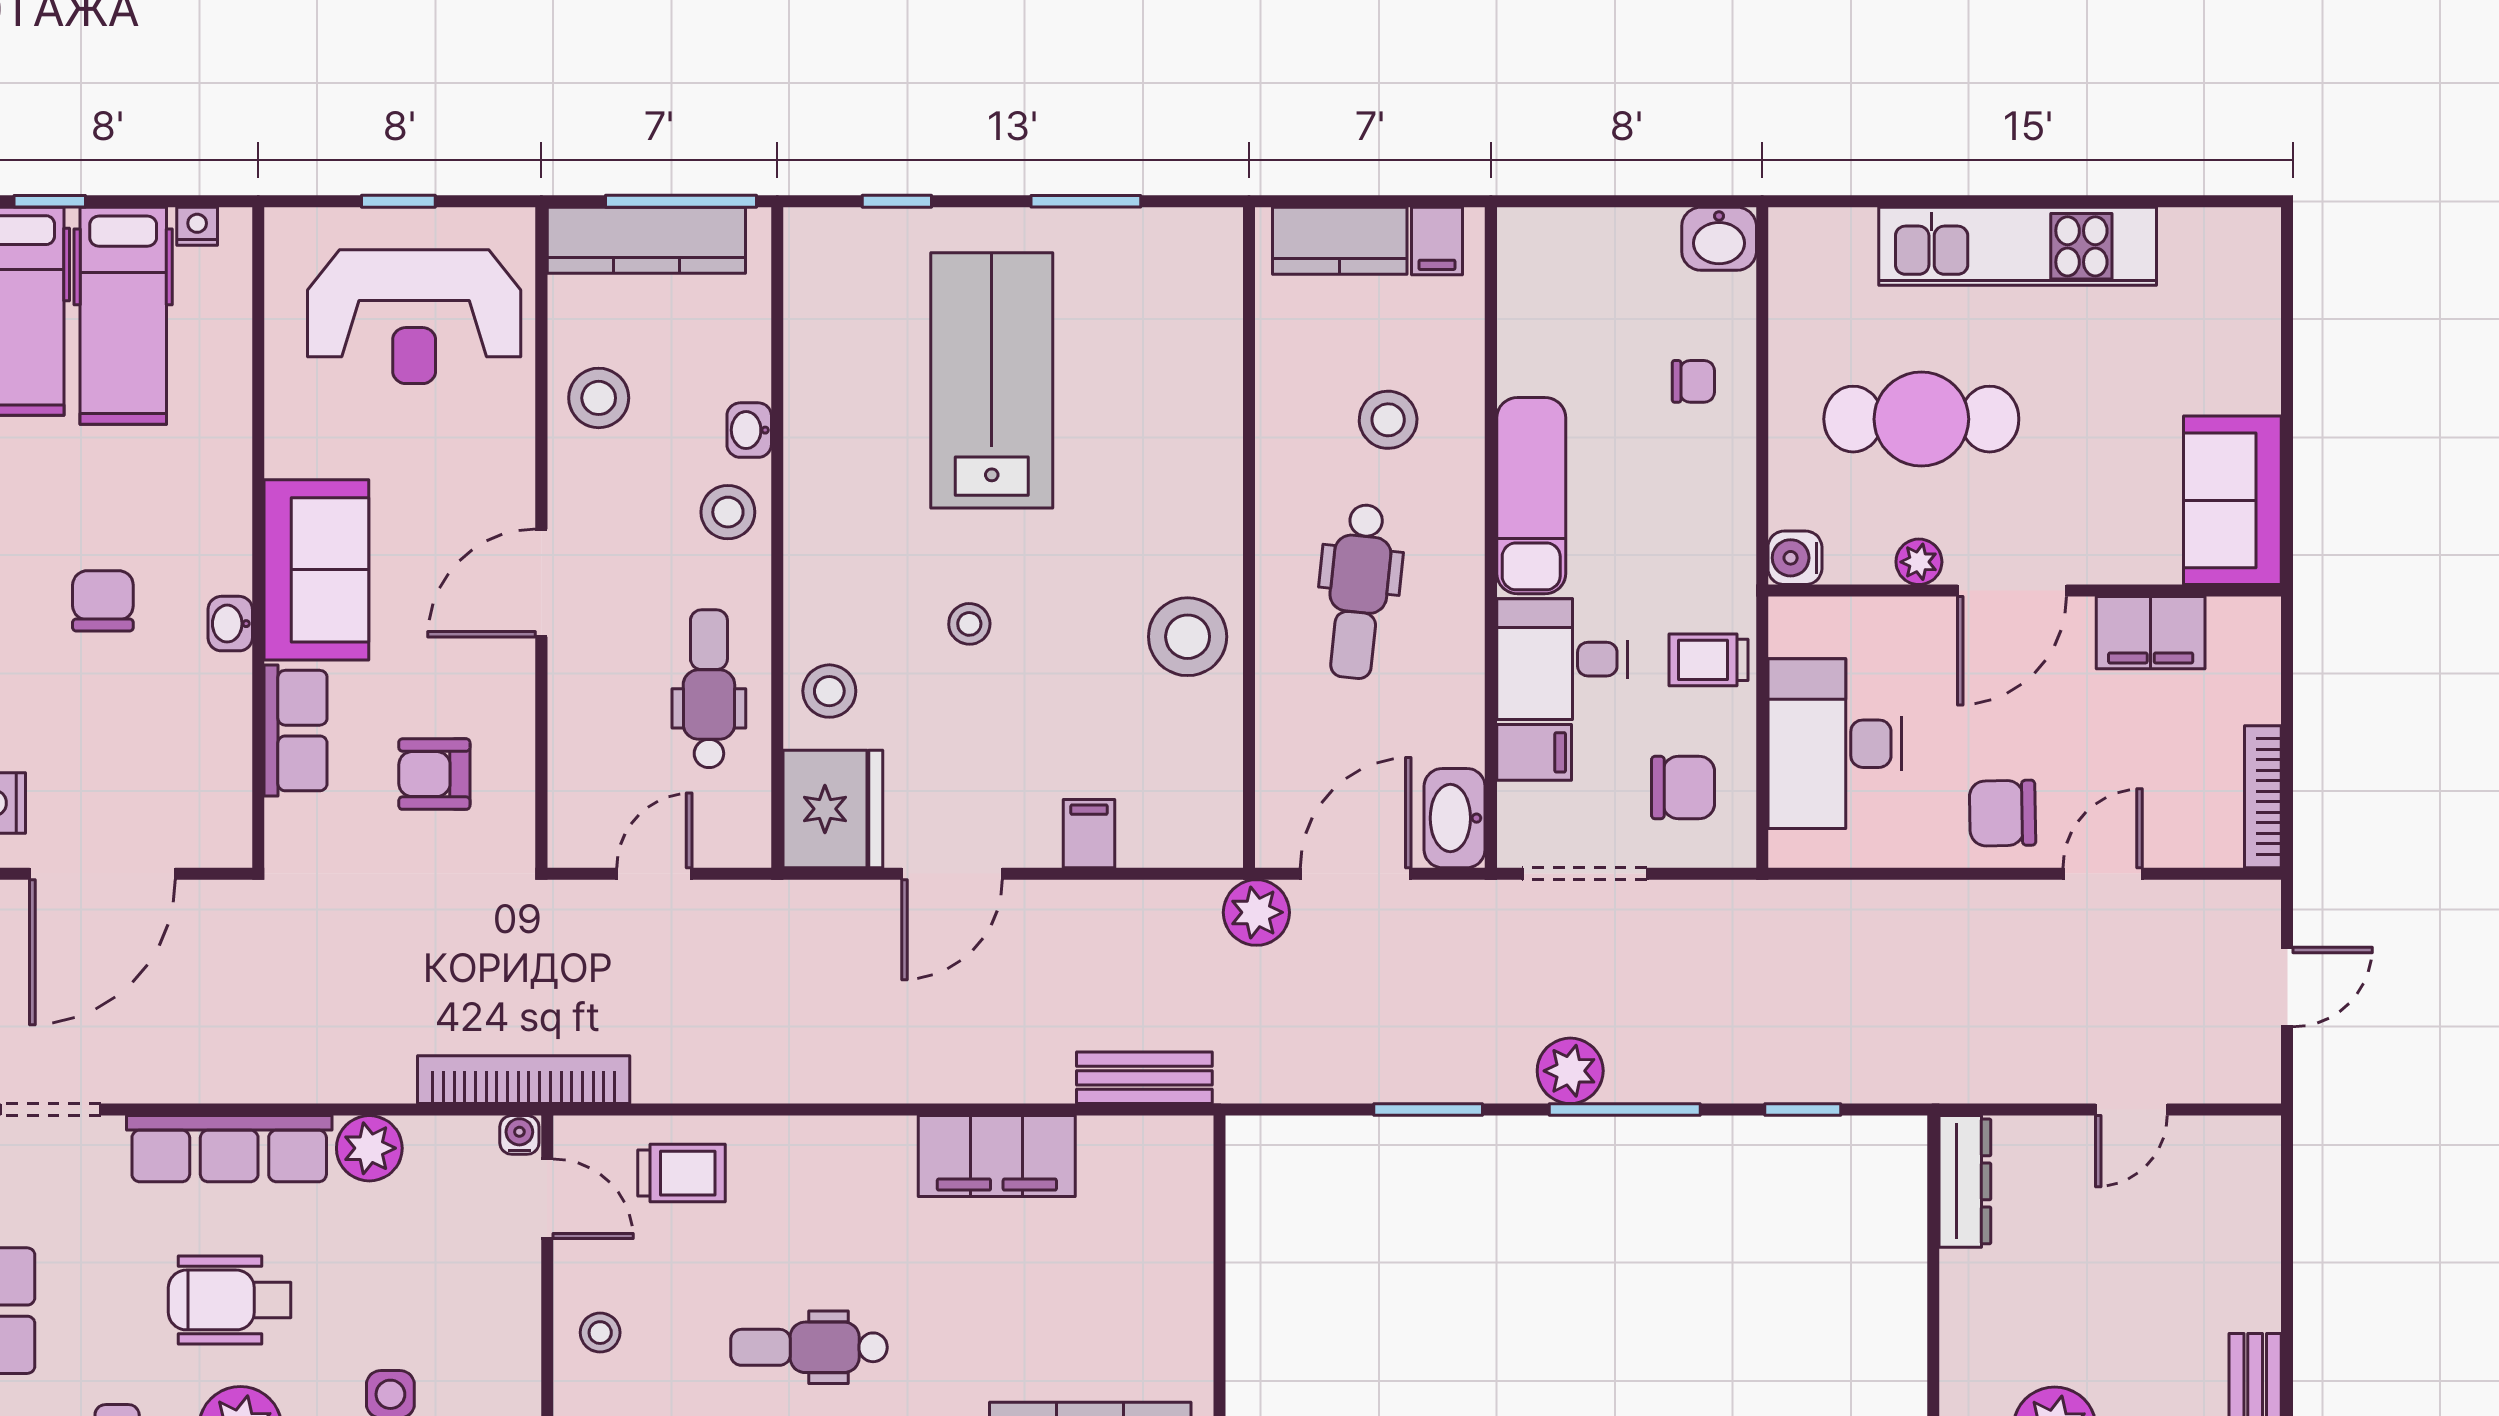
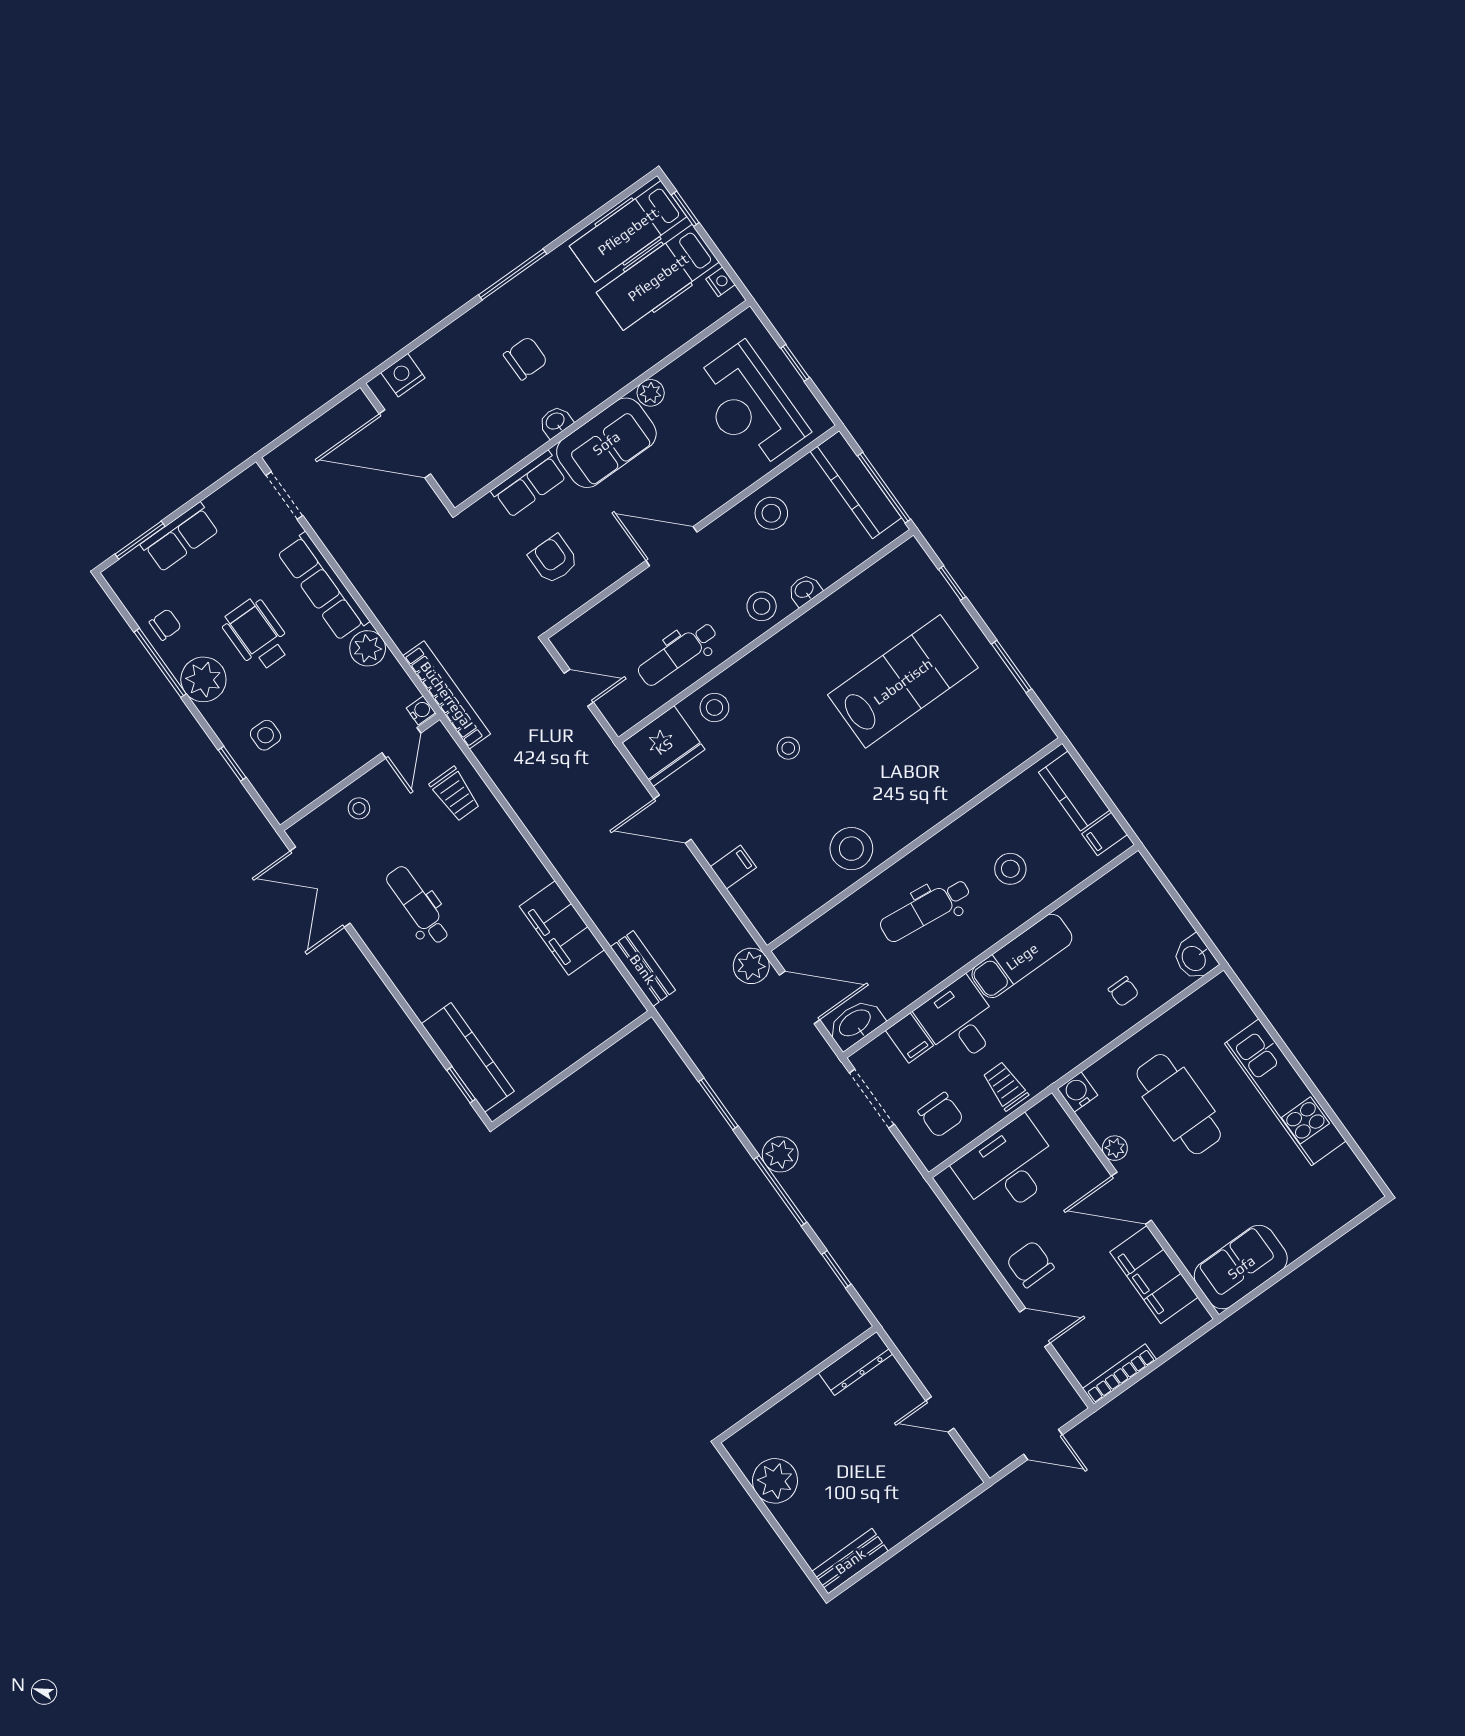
plant: (289, 450) -> (651, 393), added
filing cabinet: (2151, 633) -> (1154, 1275), width x1.50, depth x1.17
dental chair: (709, 689) -> (678, 654), turned 180

